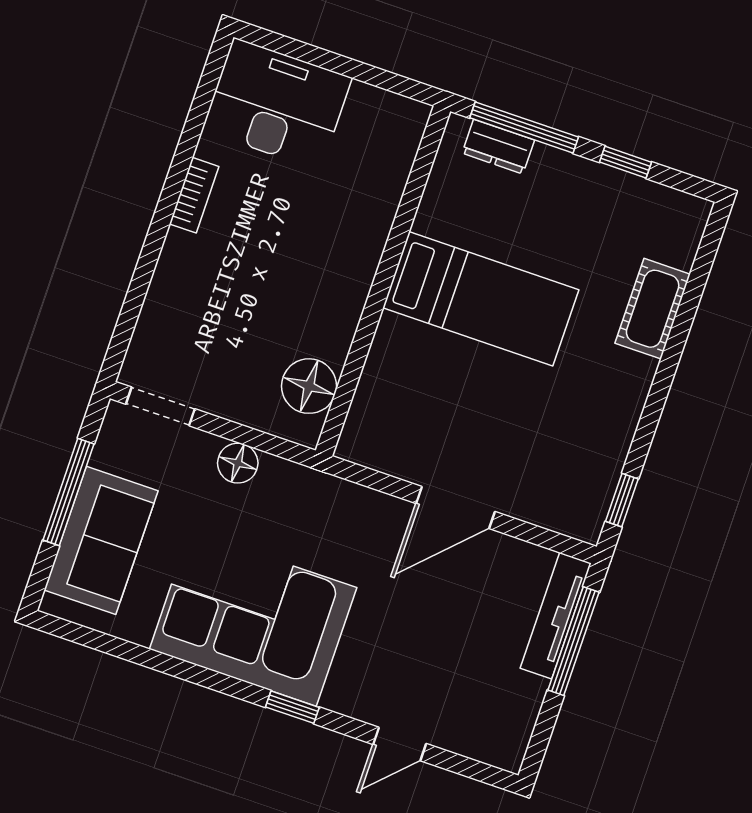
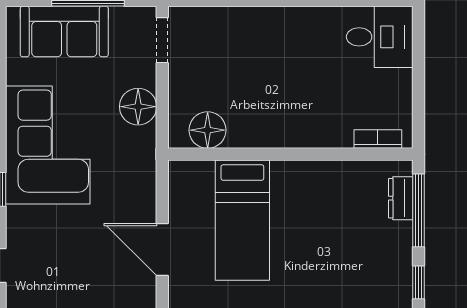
desk: (277, 104) -> (380, 37), width x0.73
bookcase: (194, 195) -> (378, 139), moved, turned 180
bed: (481, 299) -> (242, 220), moved
floor lamp: (238, 463) -> (138, 107), width x1.38, depth x1.38

